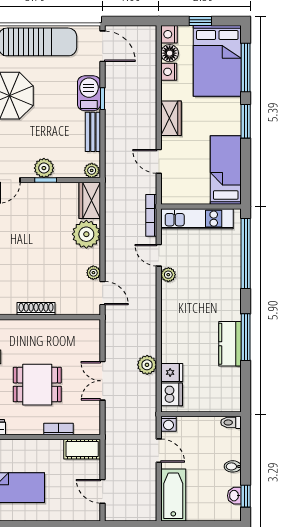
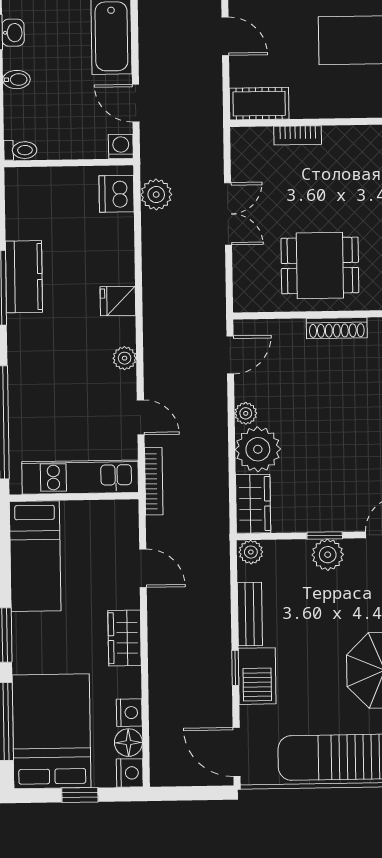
plant: (93, 273) -> (246, 413), moved
plant: (168, 275) -> (125, 358), moved
door: (103, 293) -> (230, 355), swing flipped
plant: (147, 365) -> (156, 195), moved
fridge: (172, 372) -> (118, 301), moved
dining table: (37, 385) -> (320, 265), moved

